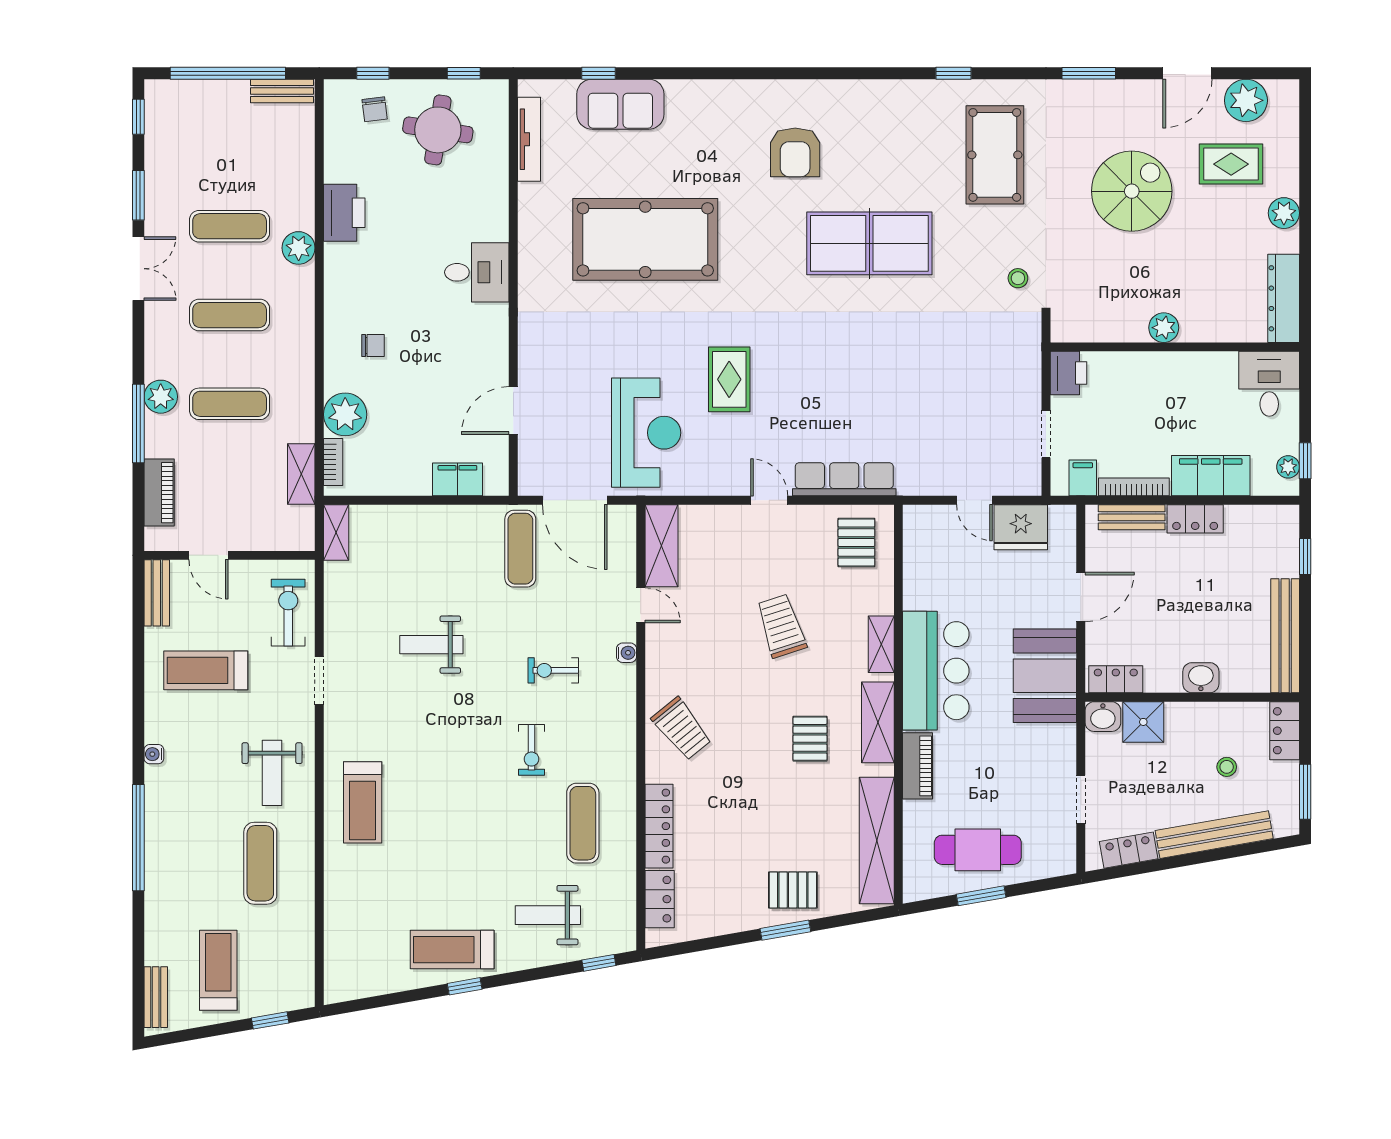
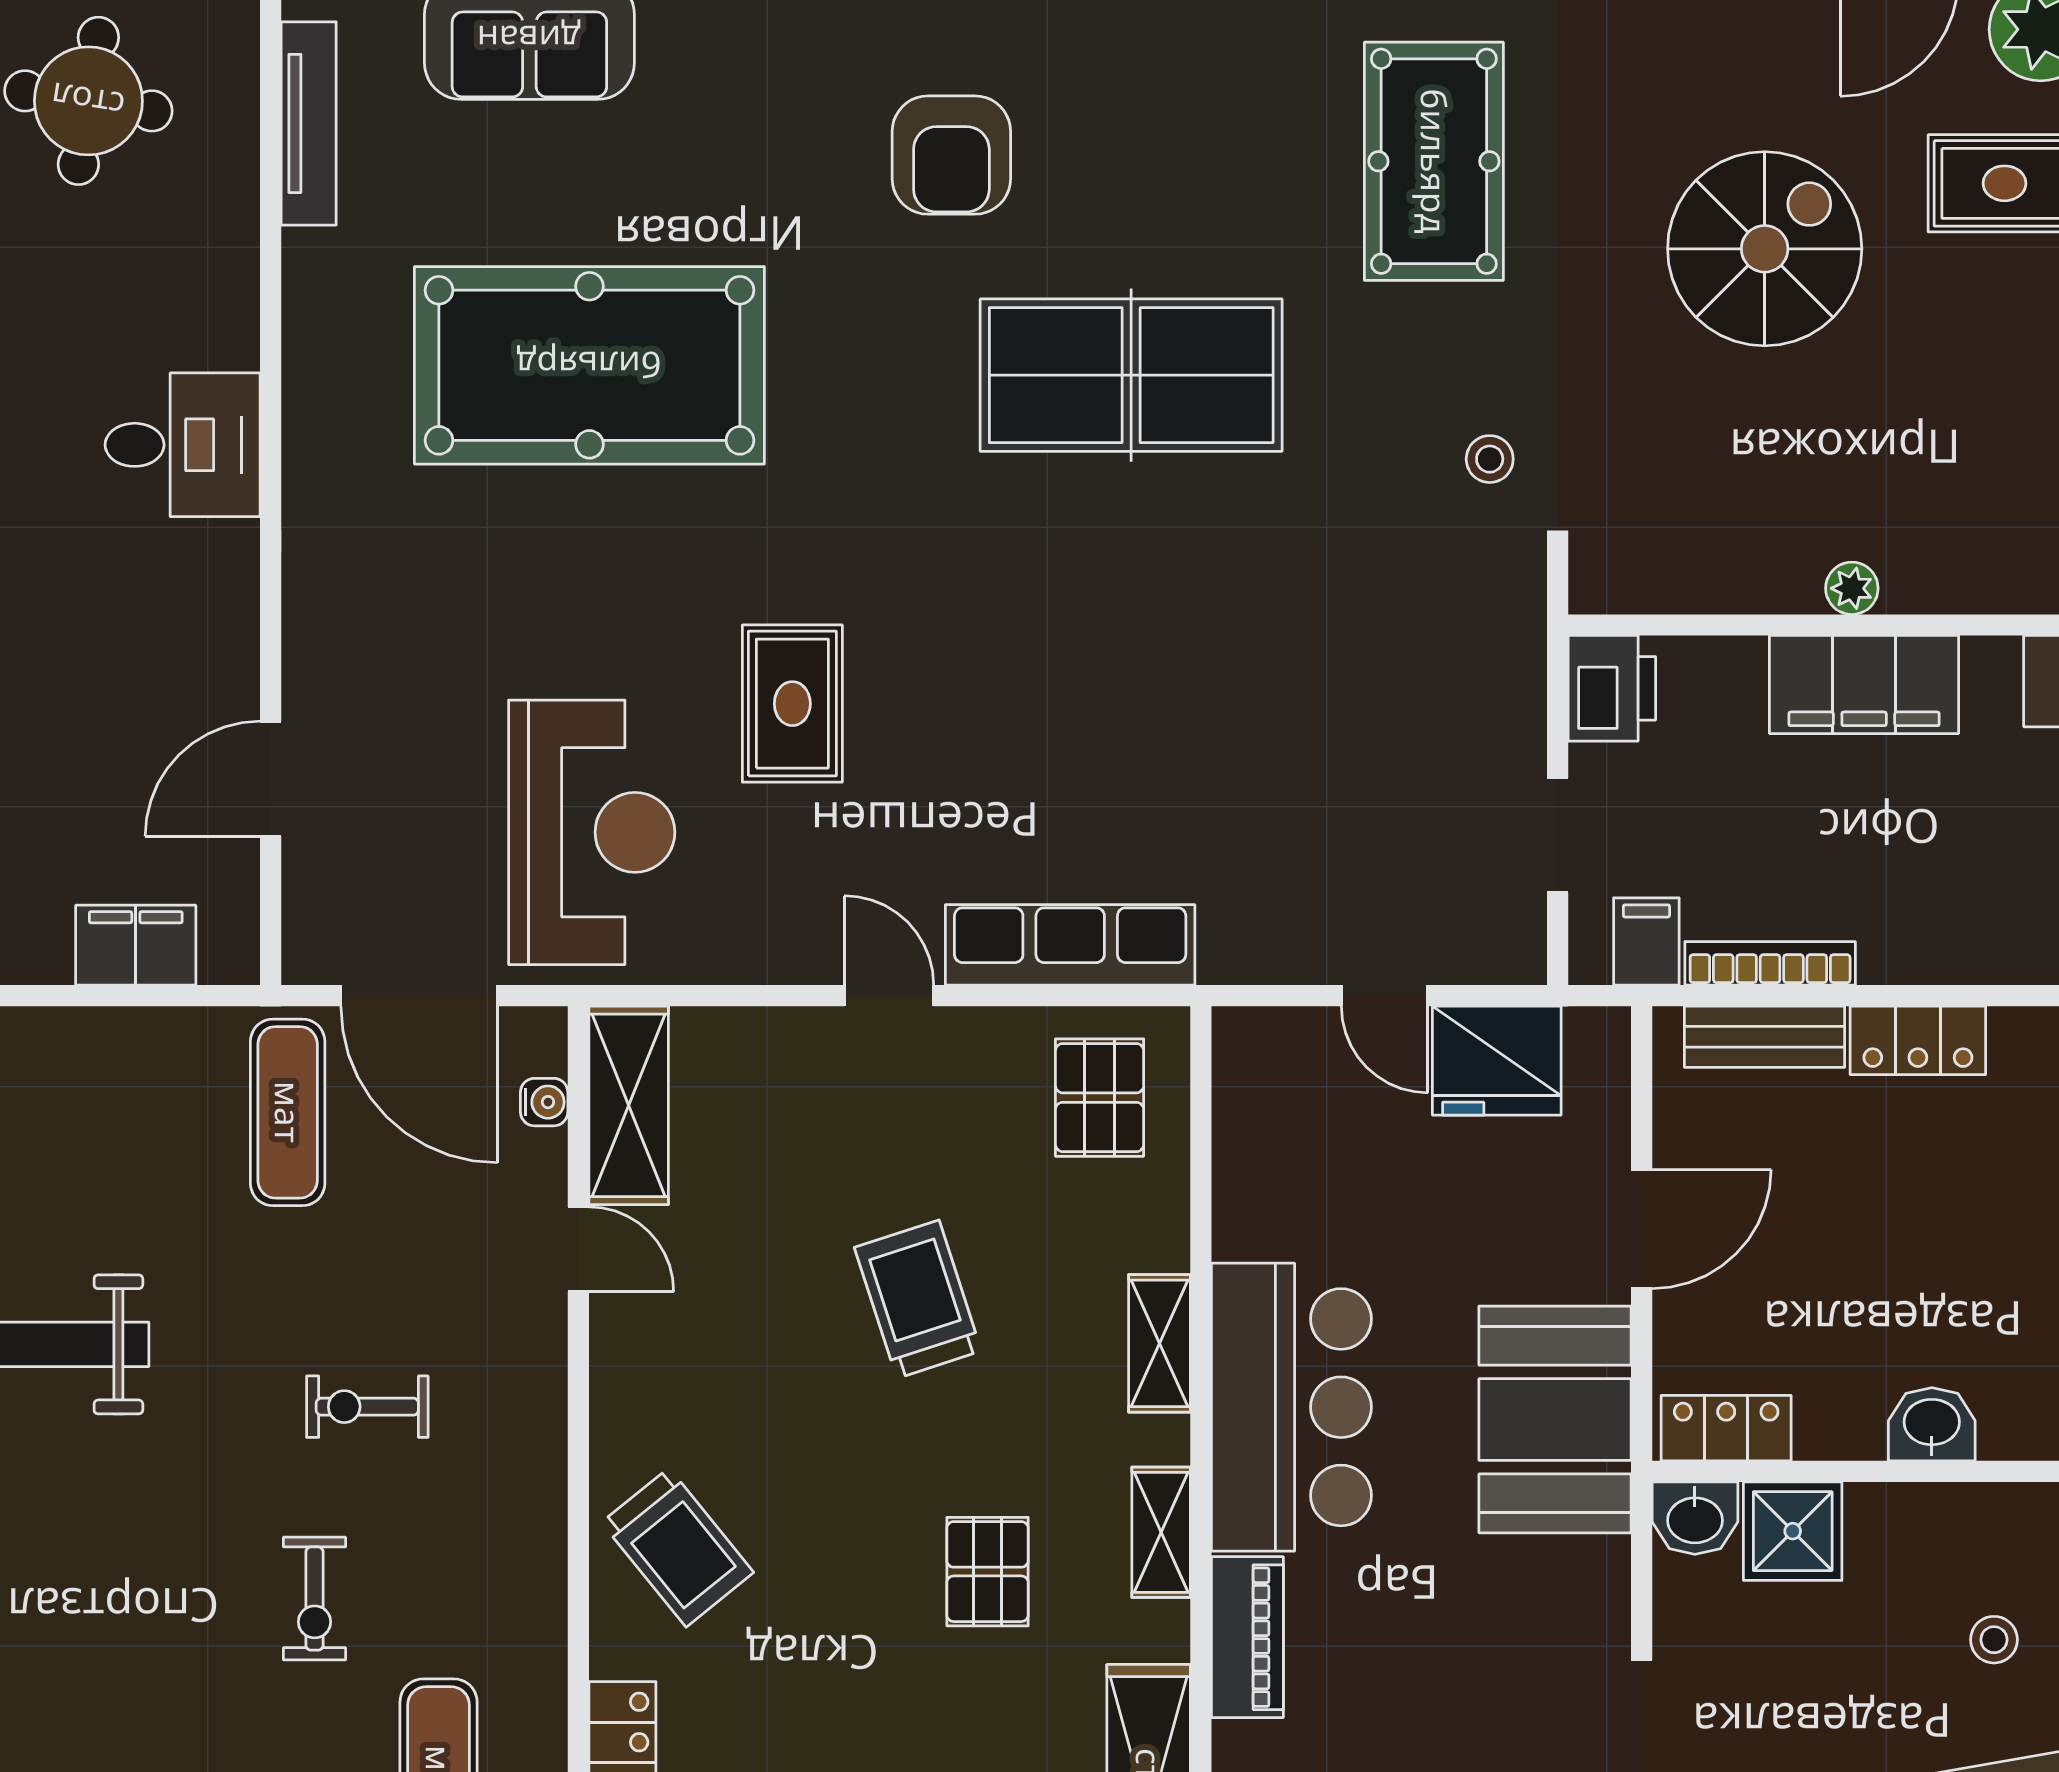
plant: (1164, 328) -> (1852, 588), width x0.73, depth x0.73
filing cabinet: (1211, 476) -> (1864, 685), moved, turned 180
water cooler: (626, 653) -> (544, 1102), moved
shelving: (878, 722) -> (1161, 1532), width x0.67, depth x0.75

